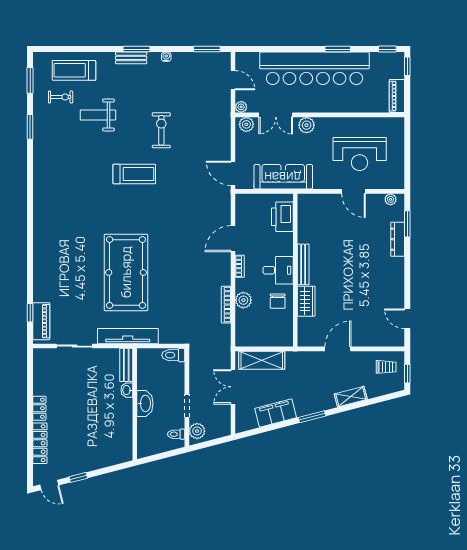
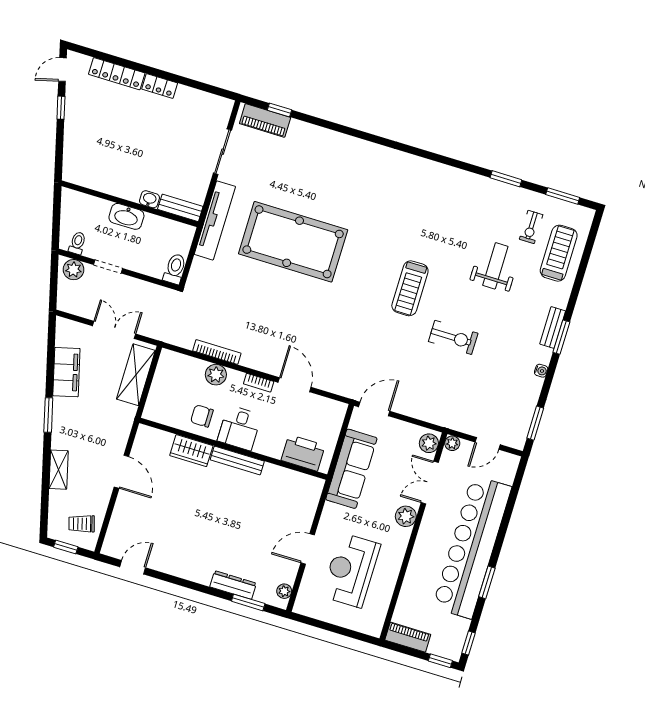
trolley: (386, 367) -> (82, 524), turned 74

